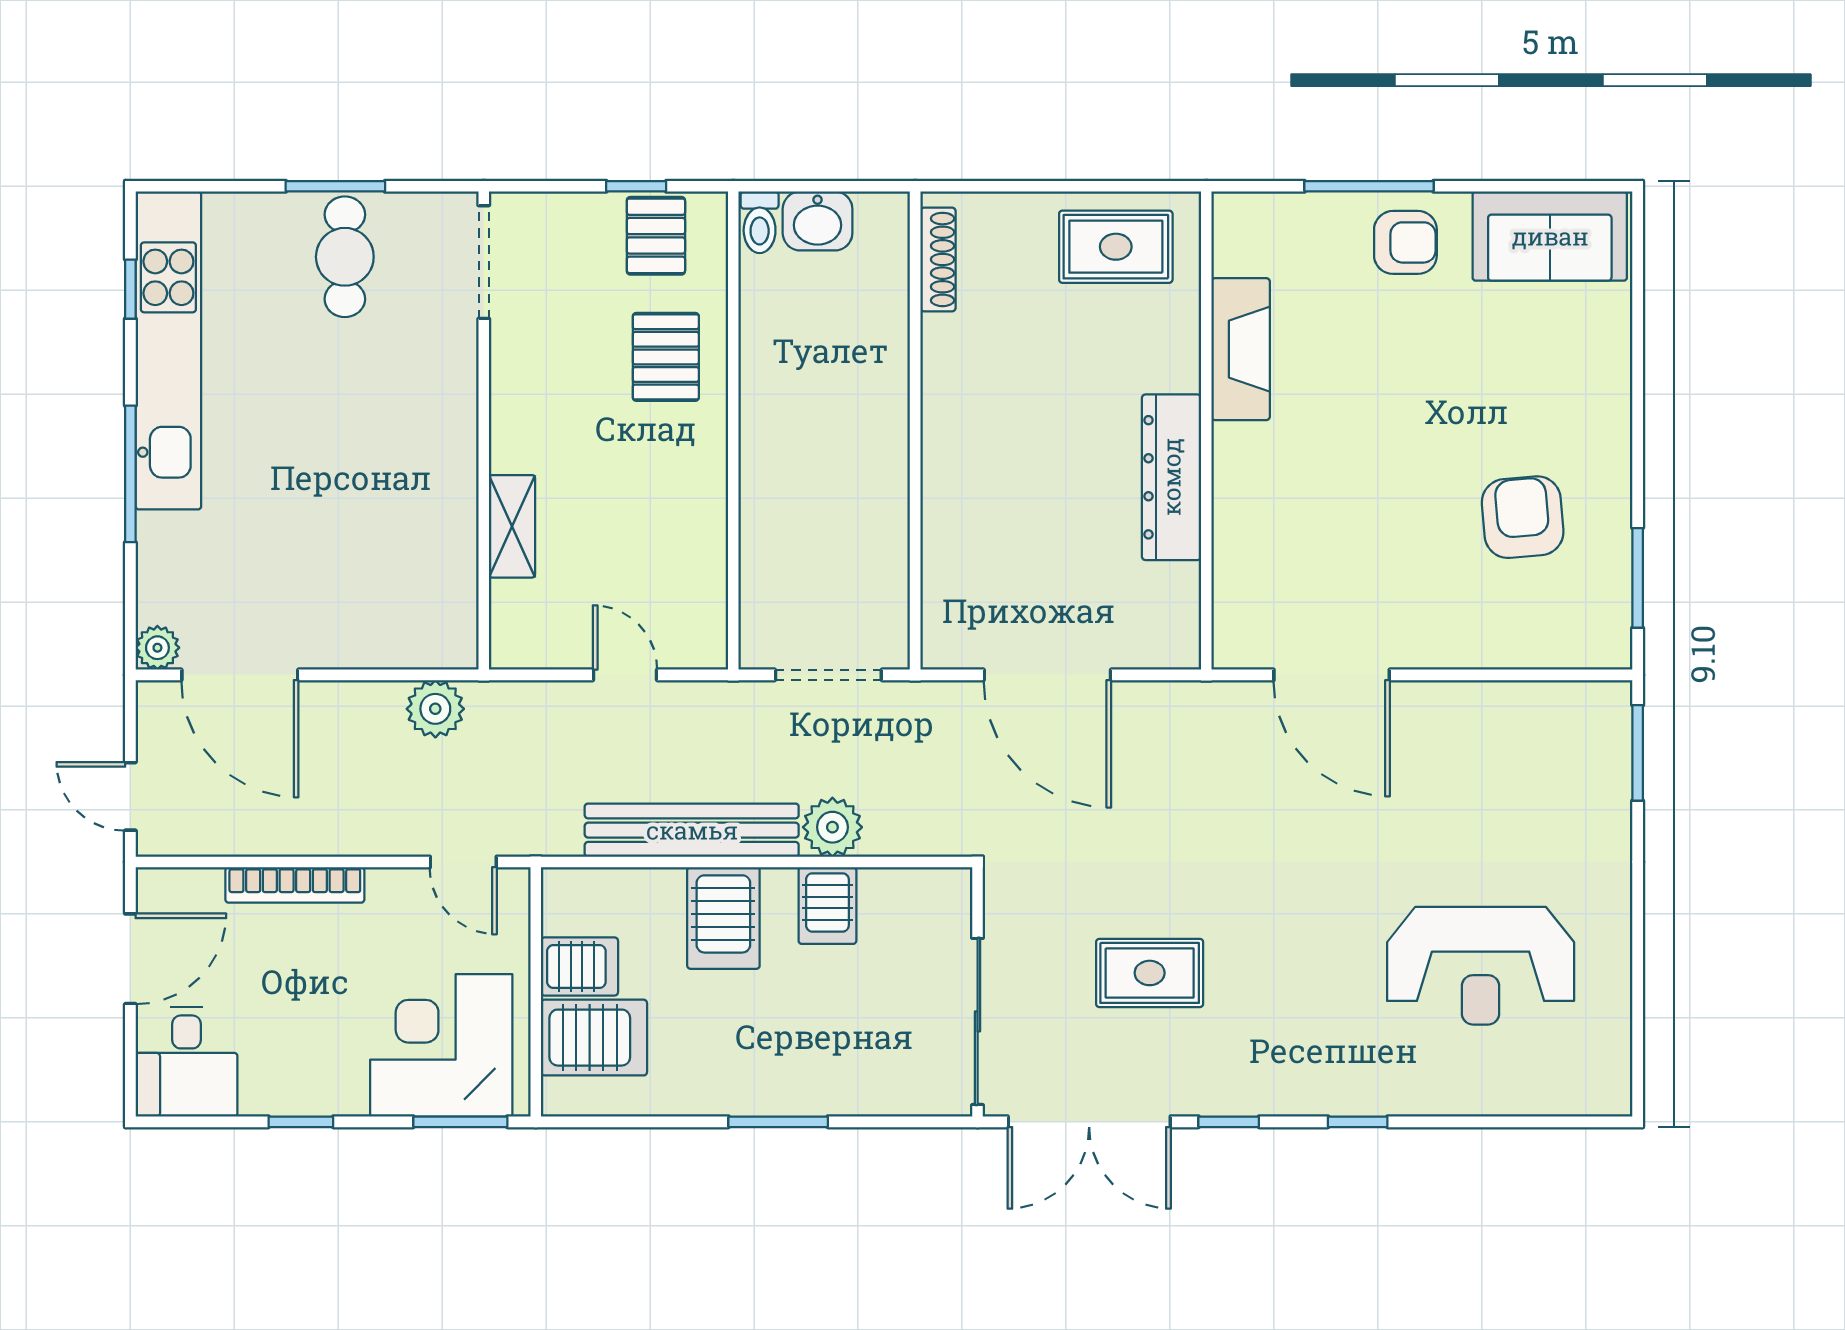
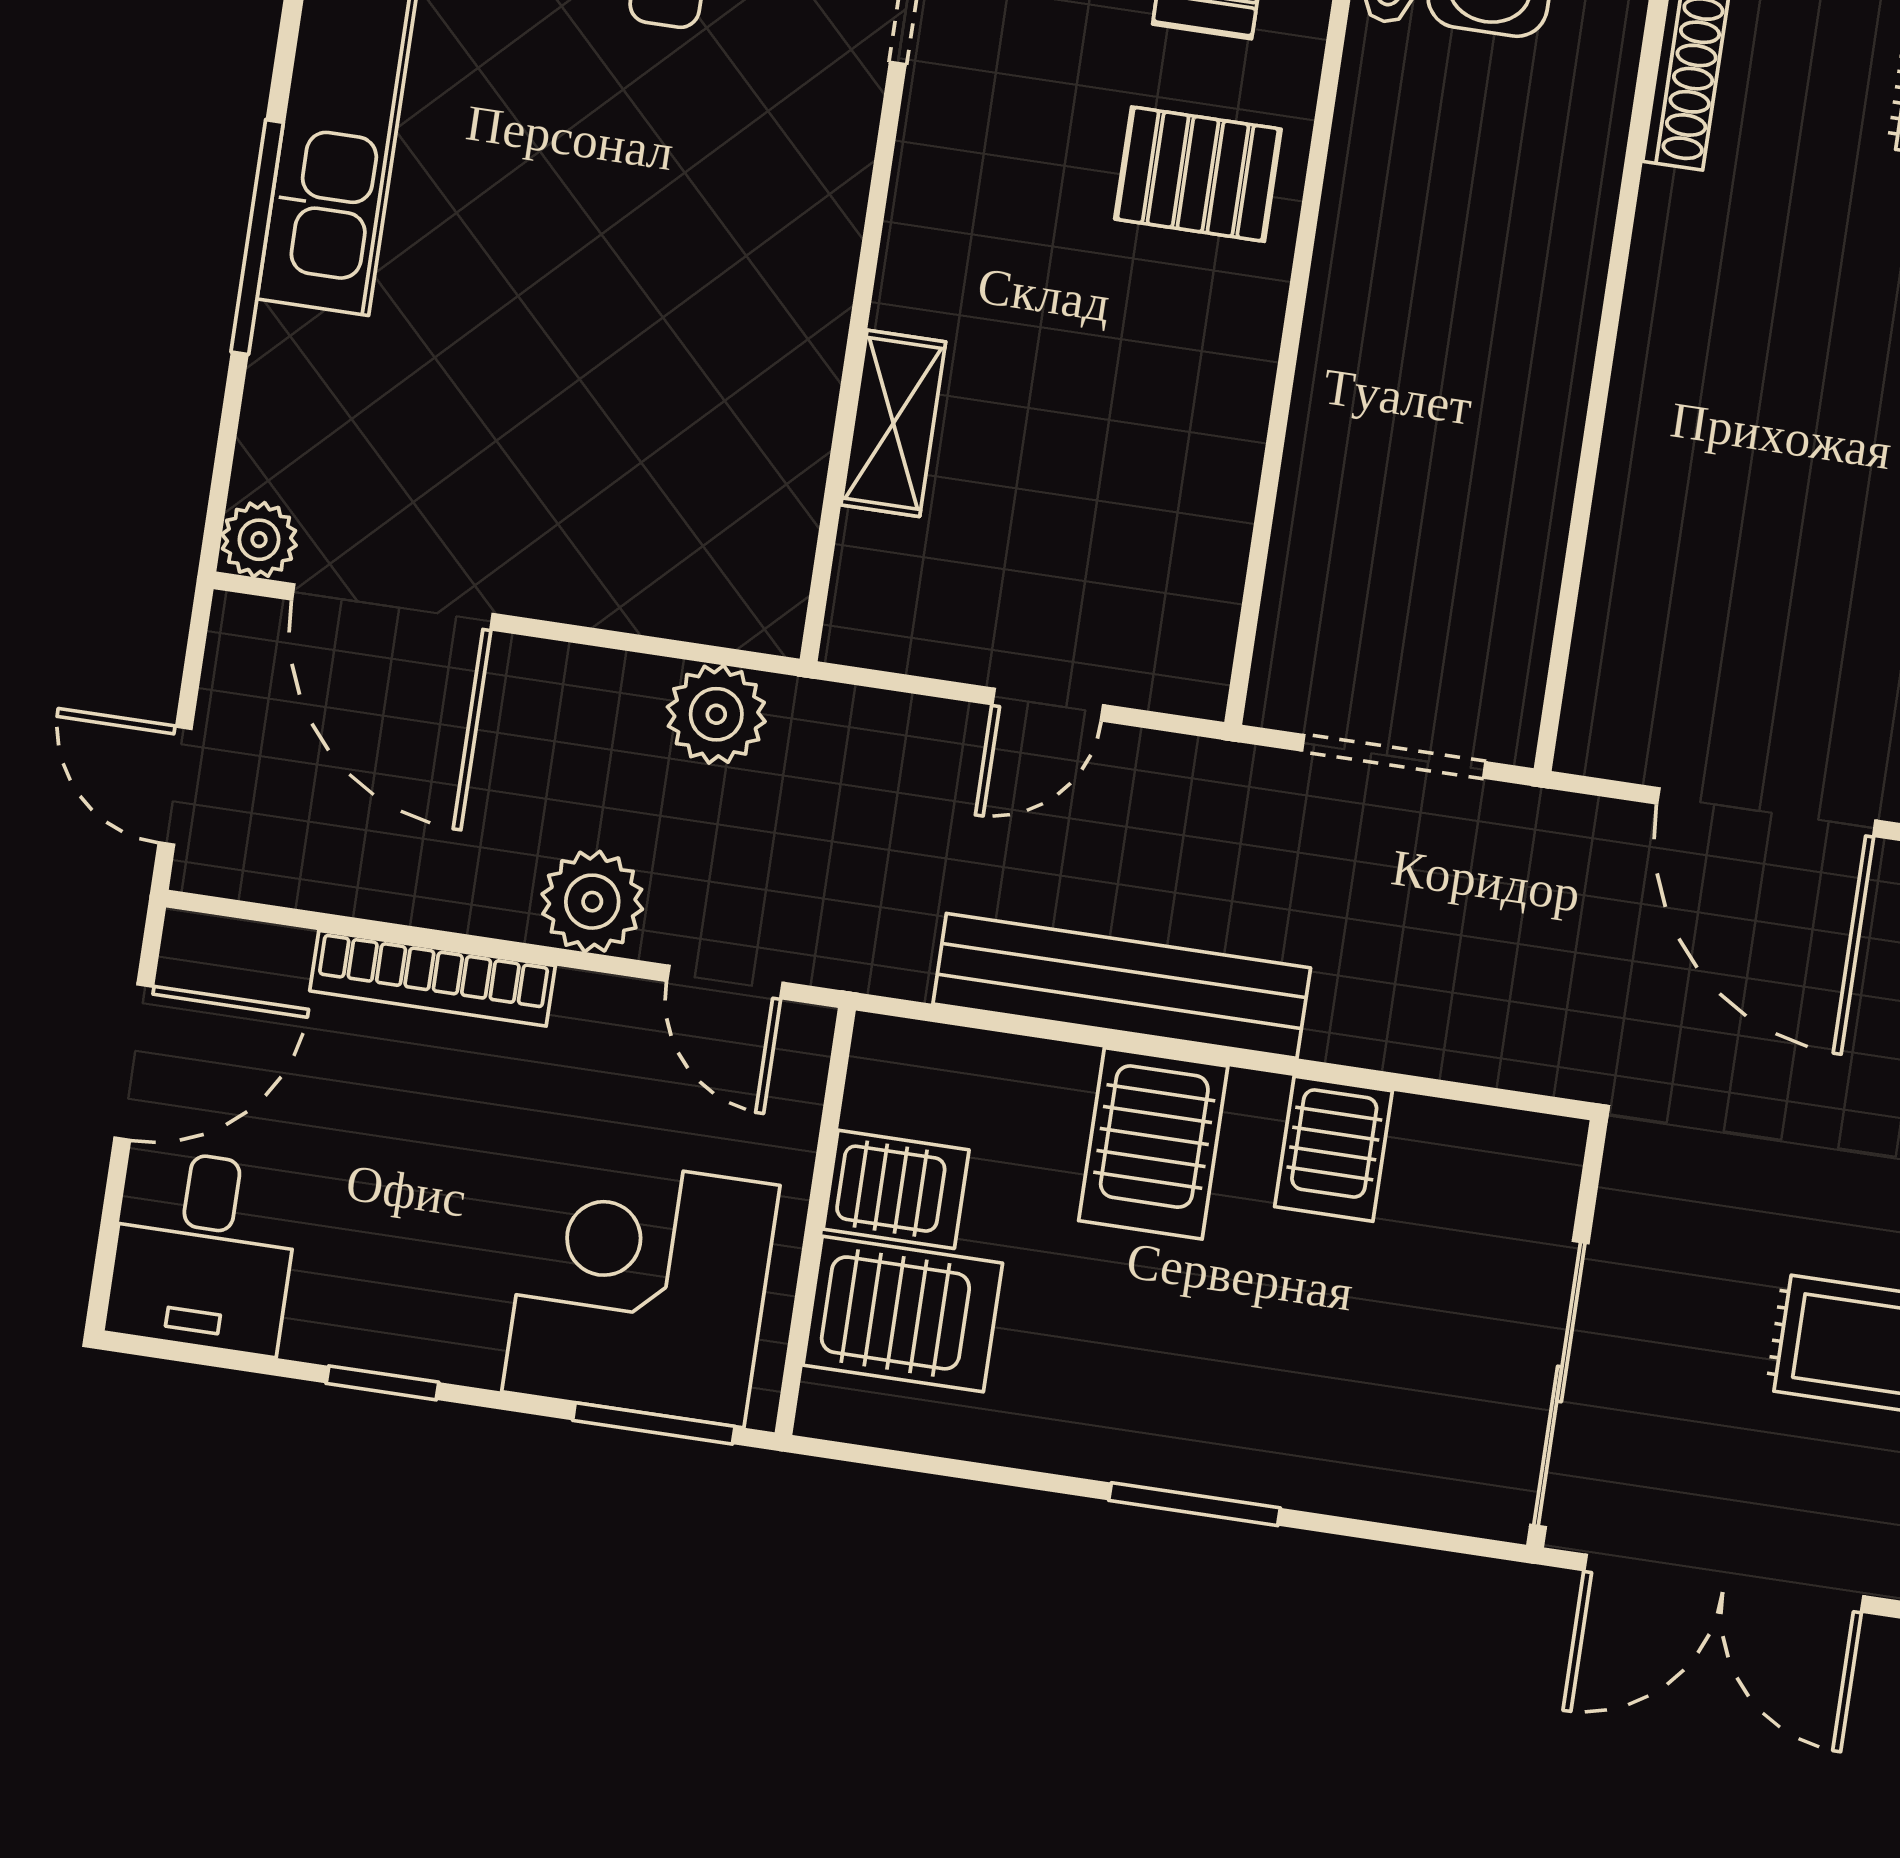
pallet: (666, 357) -> (1198, 174), turned 90
door: (625, 675) -> (1048, 705), swing flipped
plant: (832, 827) -> (592, 902), moved

